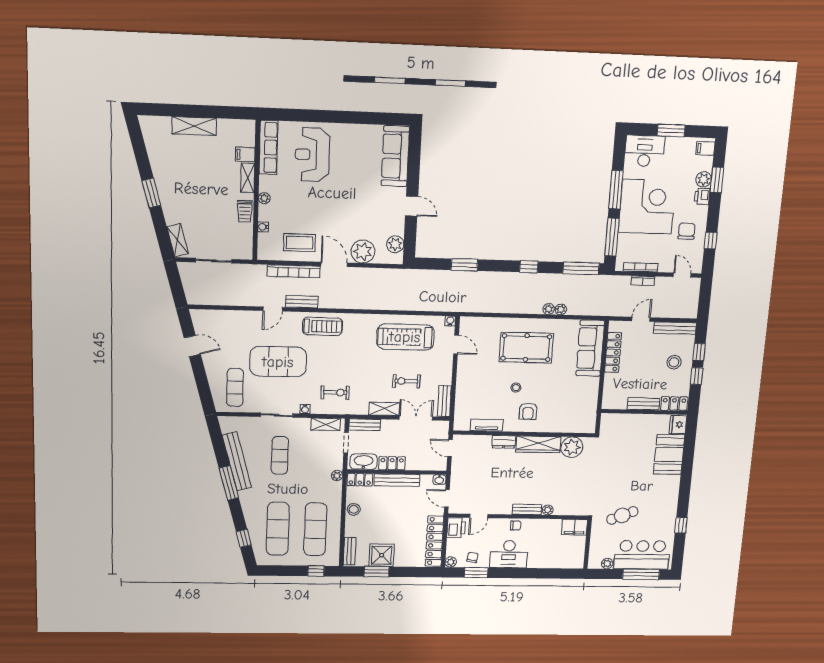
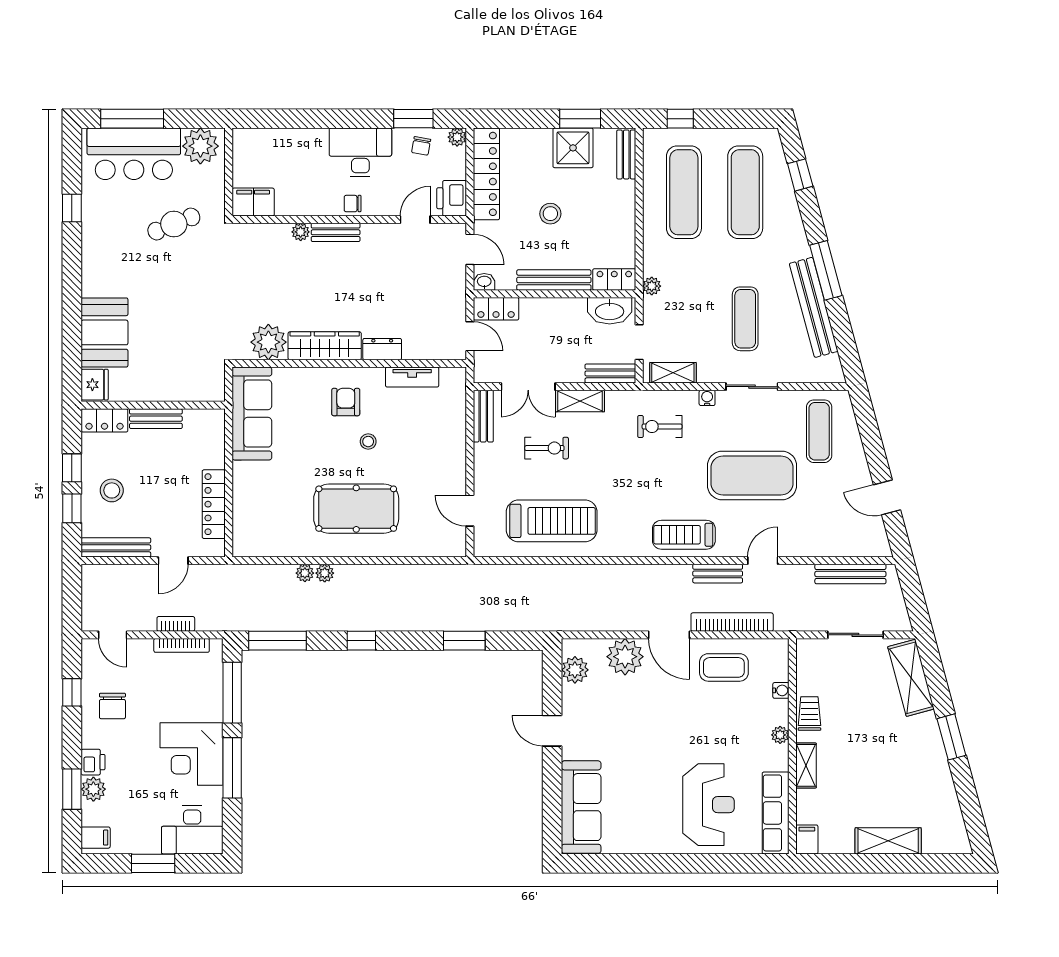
filing cabinet: (245, 155) -> (807, 839), moved, turned -90
corner desk: (647, 207) -> (191, 754), width x0.74, depth x0.74
shelving: (178, 240) -> (911, 678), width x1.50, depth x1.33
bench: (216, 299) -> (850, 574), added
water cooler: (450, 321) -> (481, 549), removed
sofa: (590, 348) -> (252, 413), moved
locker: (392, 463) -> (496, 309), moved
stool: (354, 509) -> (550, 214), moved
plant: (607, 563) -> (200, 146), width x1.87, depth x1.87

